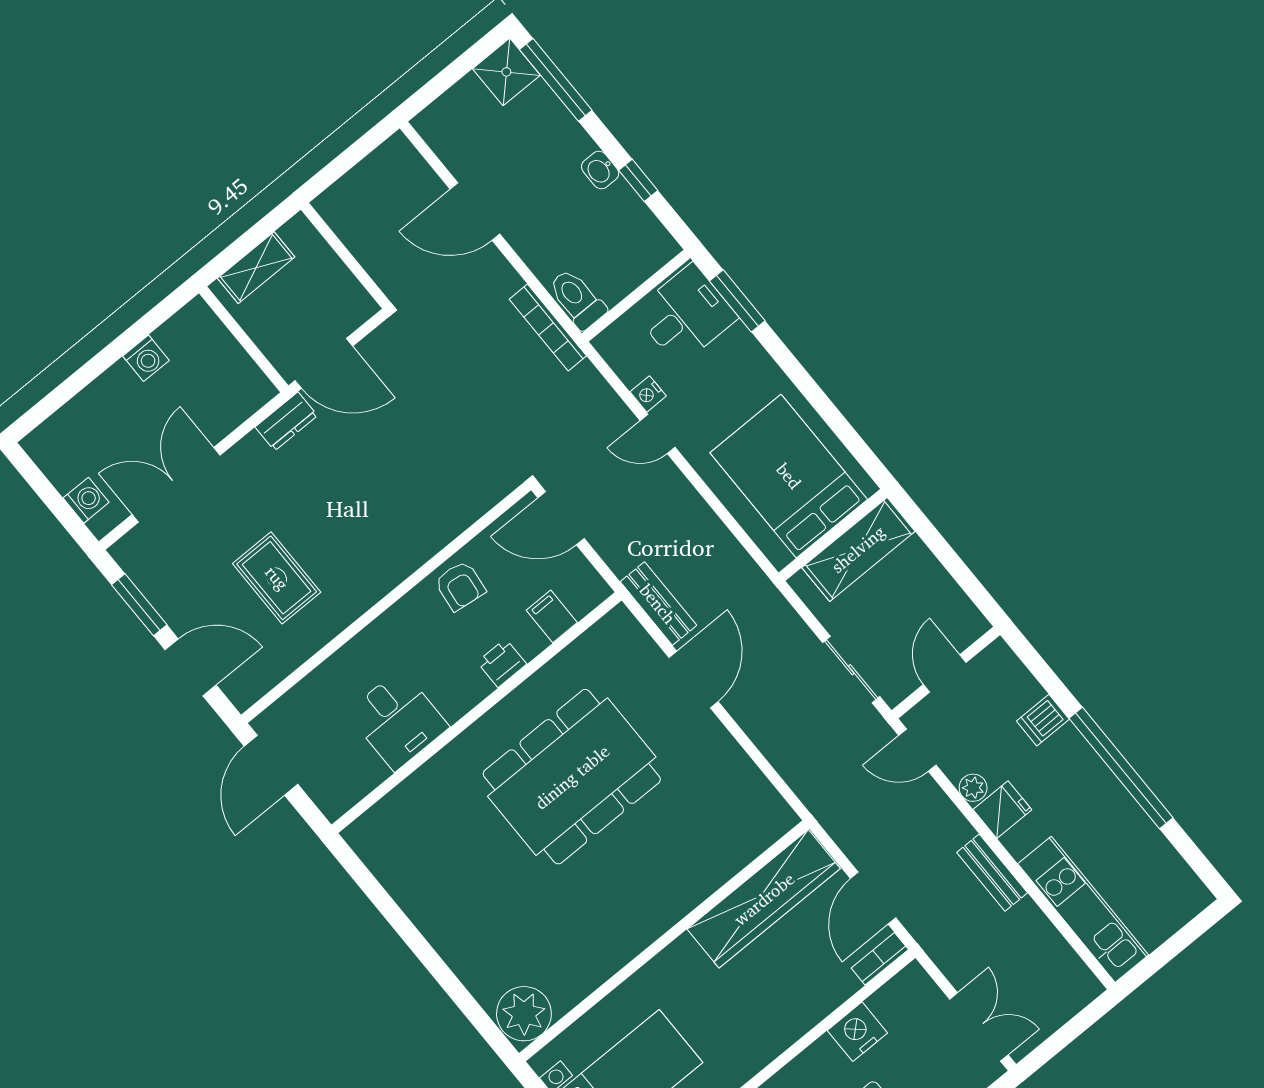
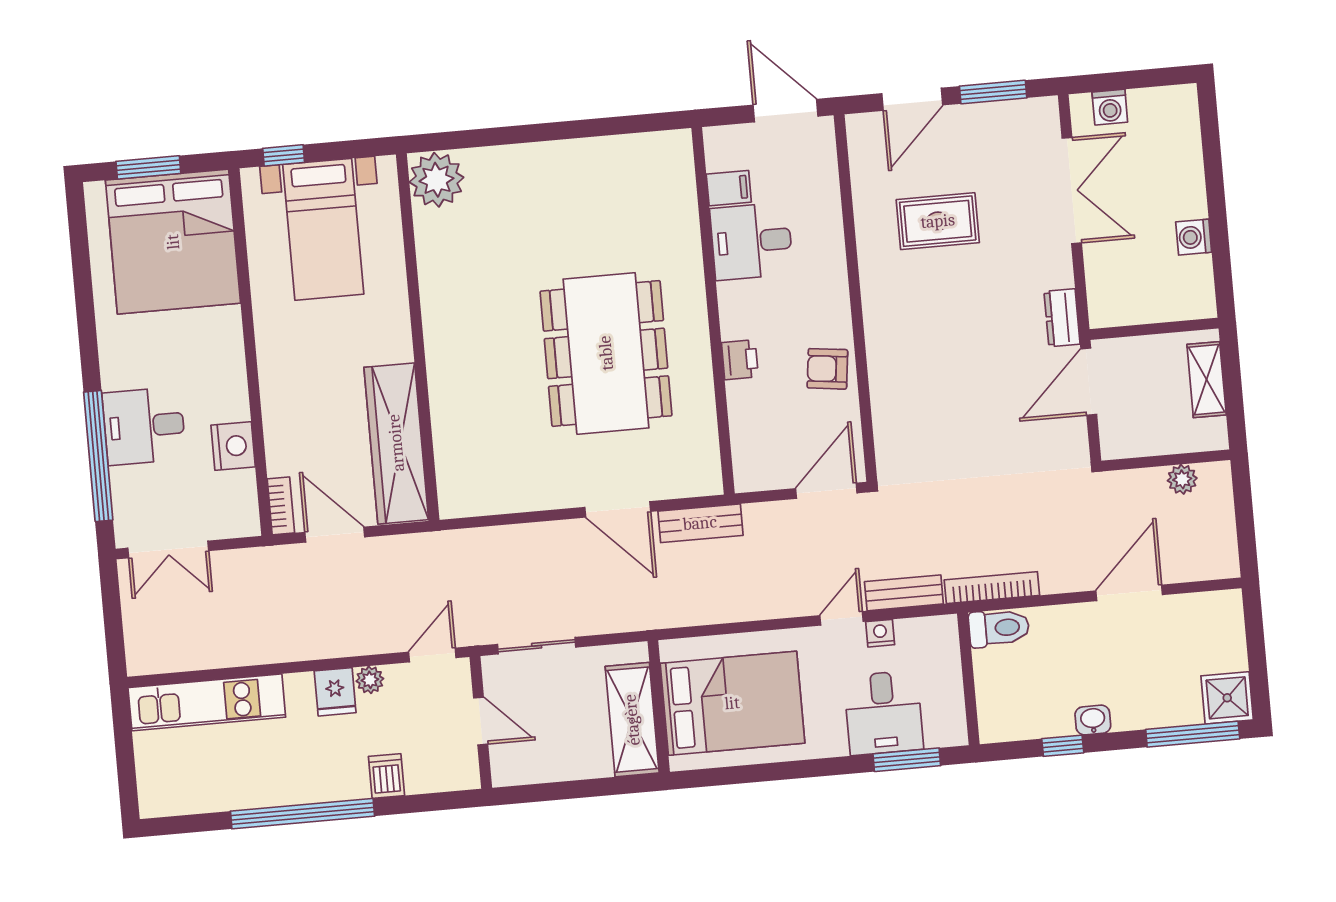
plant: (352, 232) -> (1182, 479), added
desk: (686, 315) -> (884, 713), moved
filing cabinet: (552, 616) -> (729, 188), moved
bench: (992, 873) -> (904, 593), moved

